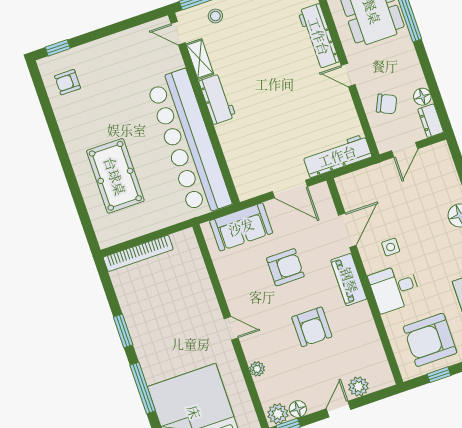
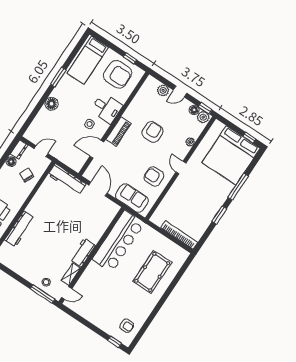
door: (178, 33) -> (67, 293), hinge flipped
door: (348, 75) -> (27, 202), removed
bar counter: (189, 143) -> (118, 241), width x0.73
armchair: (285, 267) -> (154, 176), moved

